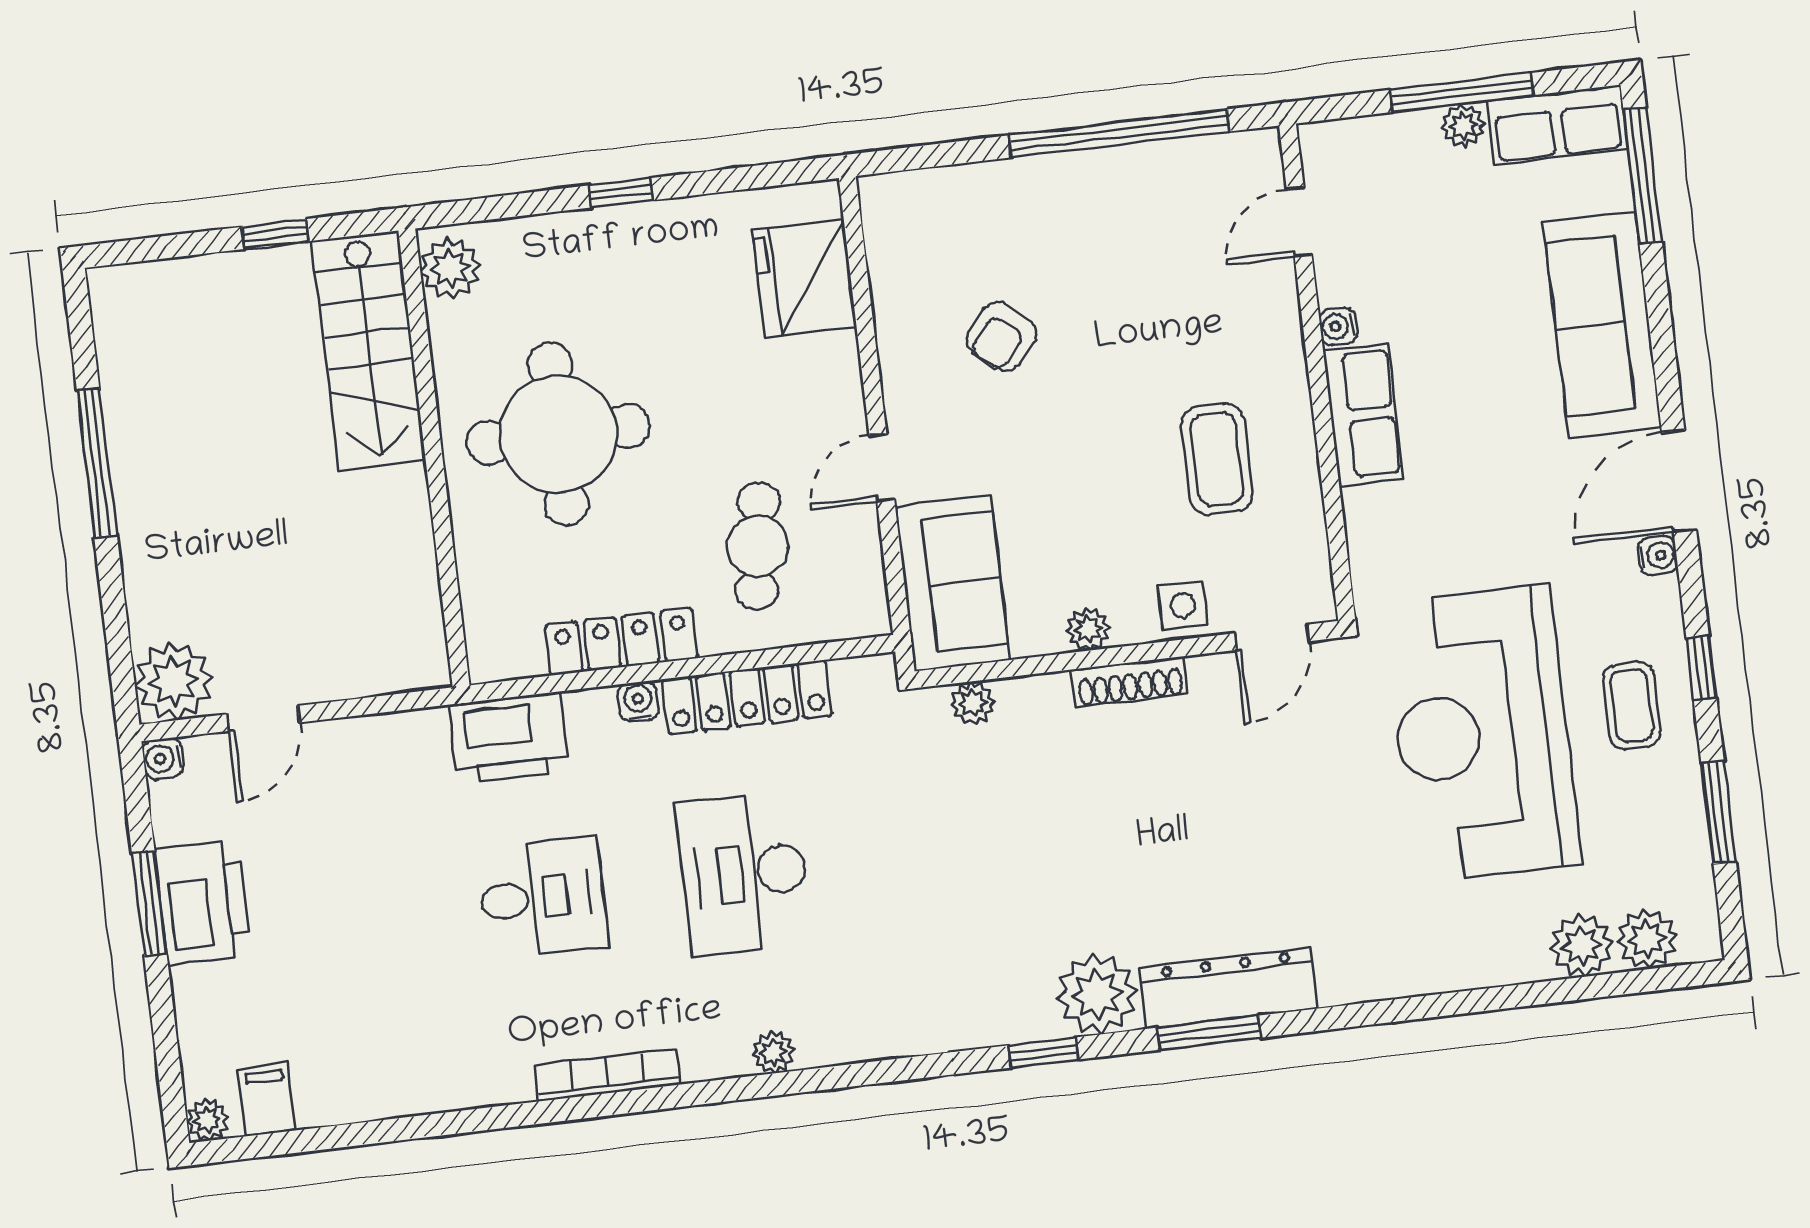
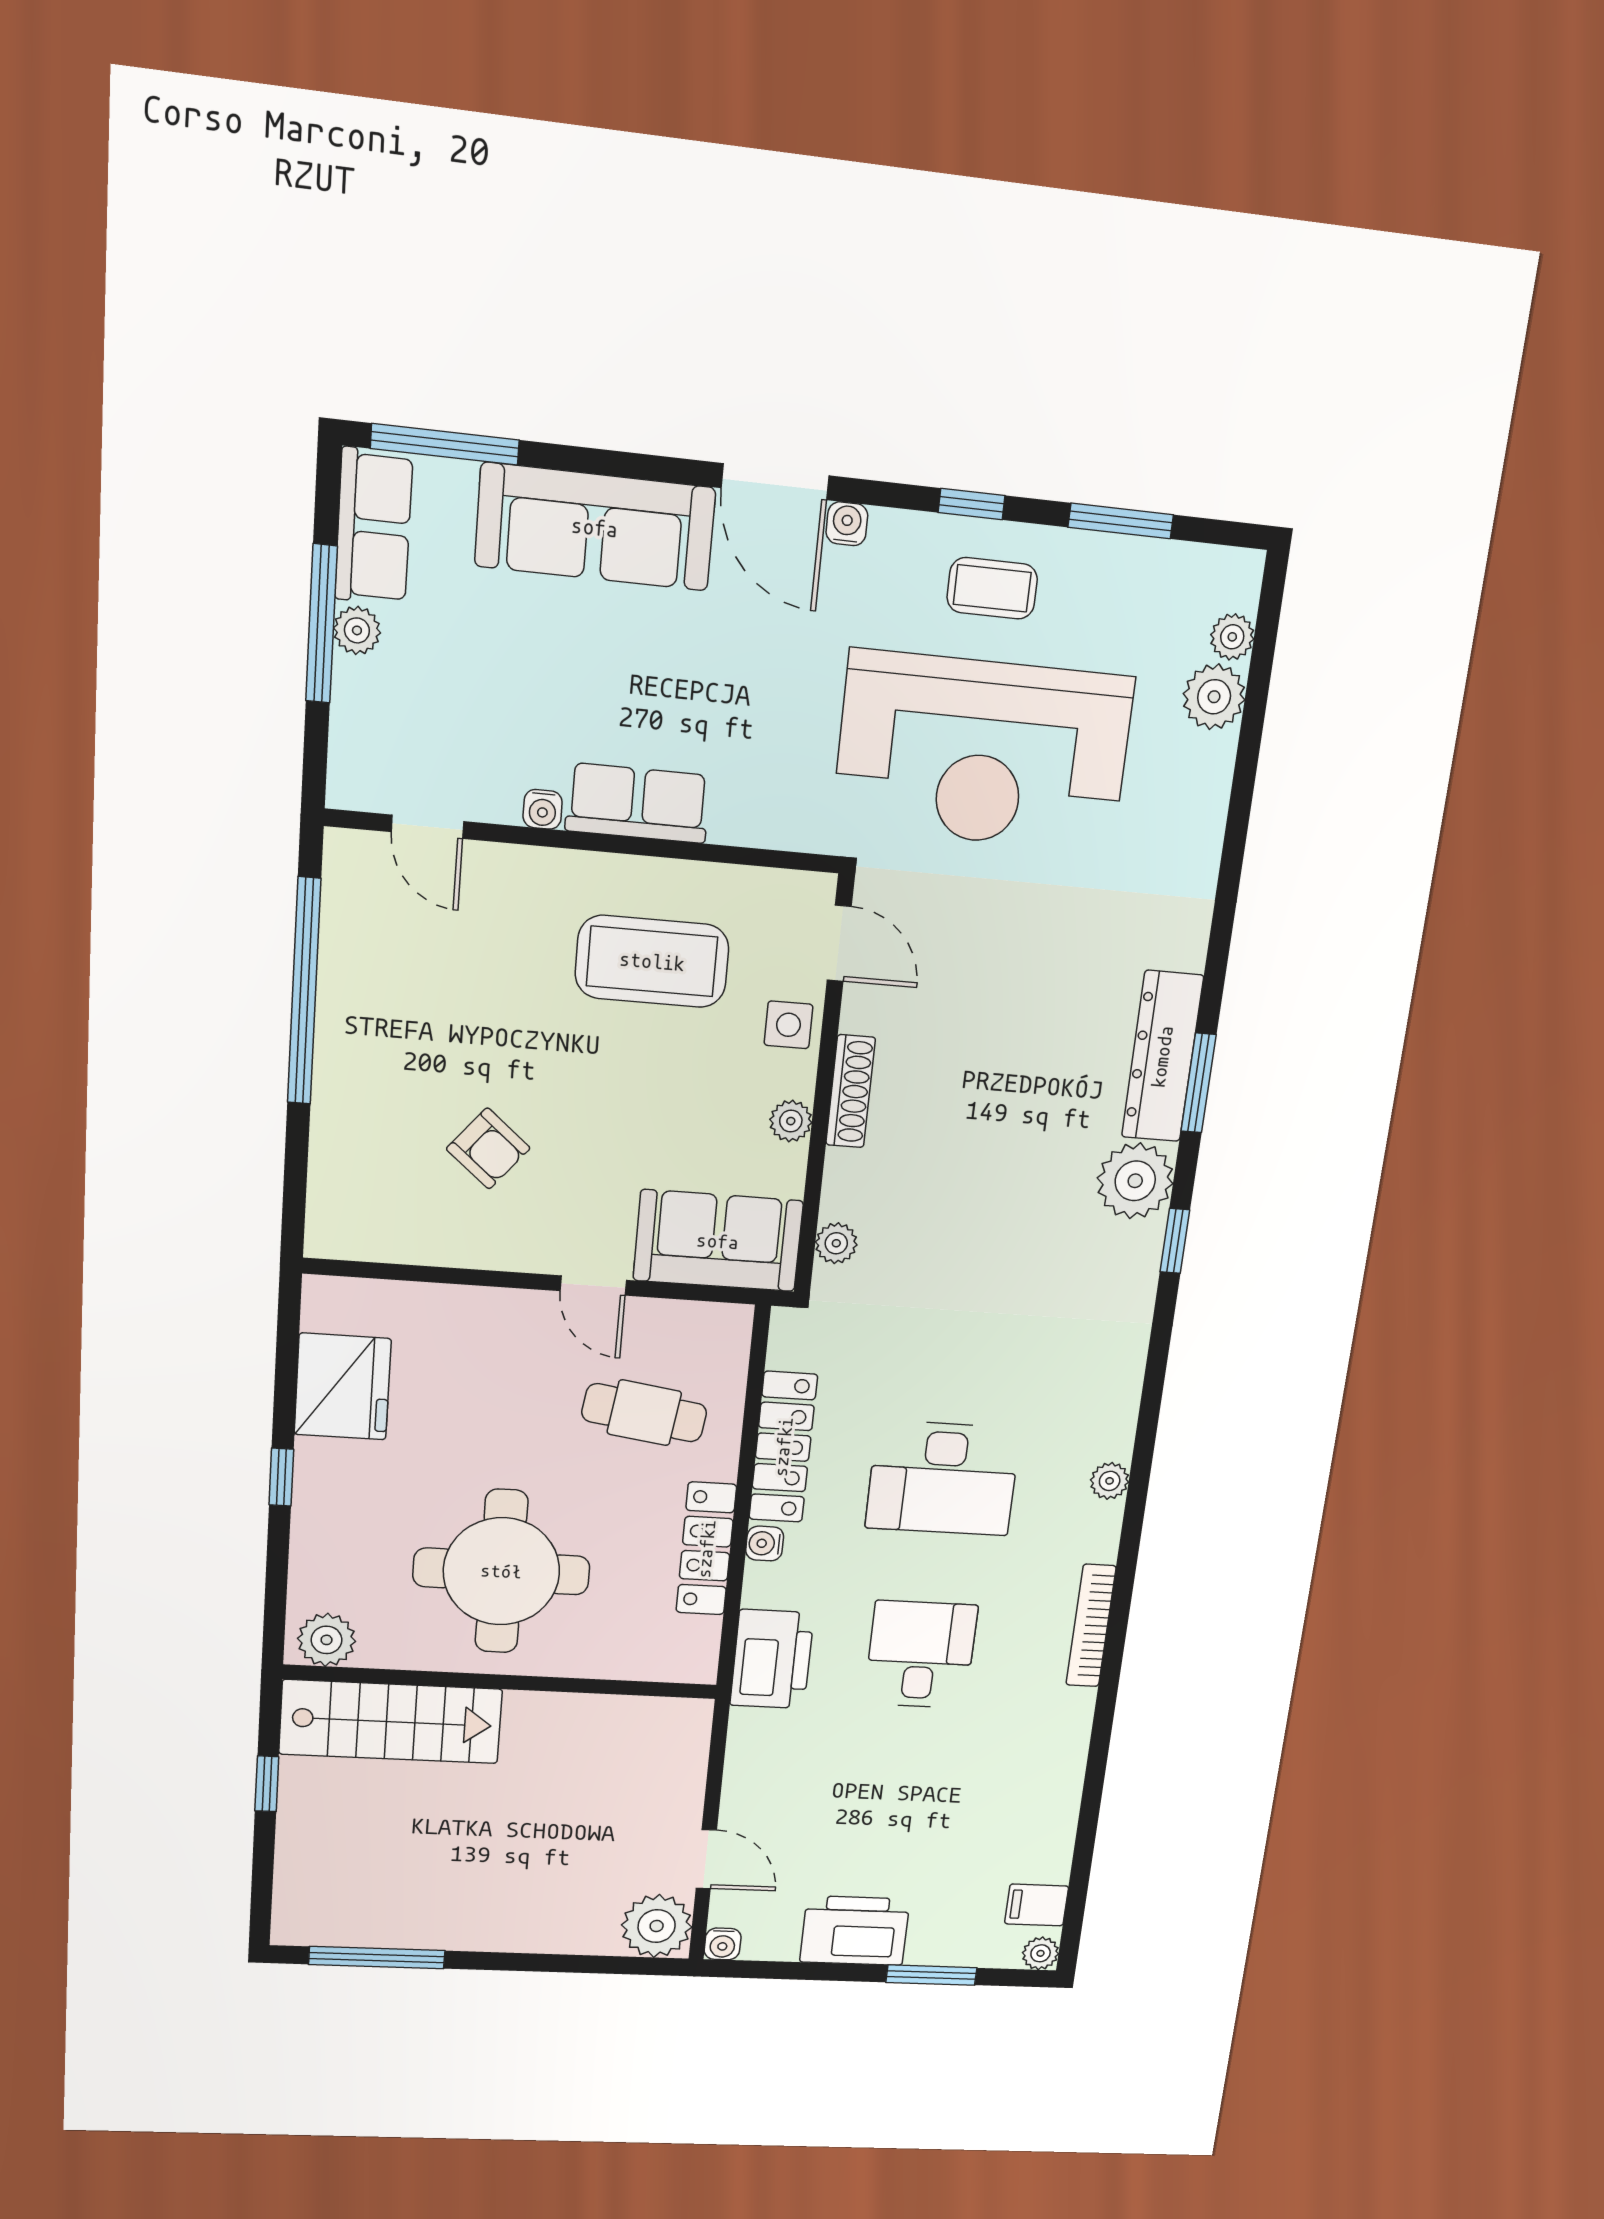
fridge: (804, 278) -> (343, 1387), moved, turned -90
coffee table: (1217, 459) -> (652, 961), width x1.36, depth x1.32
window: (97, 463) -> (377, 1958), moved
window: (149, 904) -> (931, 1975), moved
plant: (1647, 939) -> (1232, 637), width x0.73, depth x0.73

